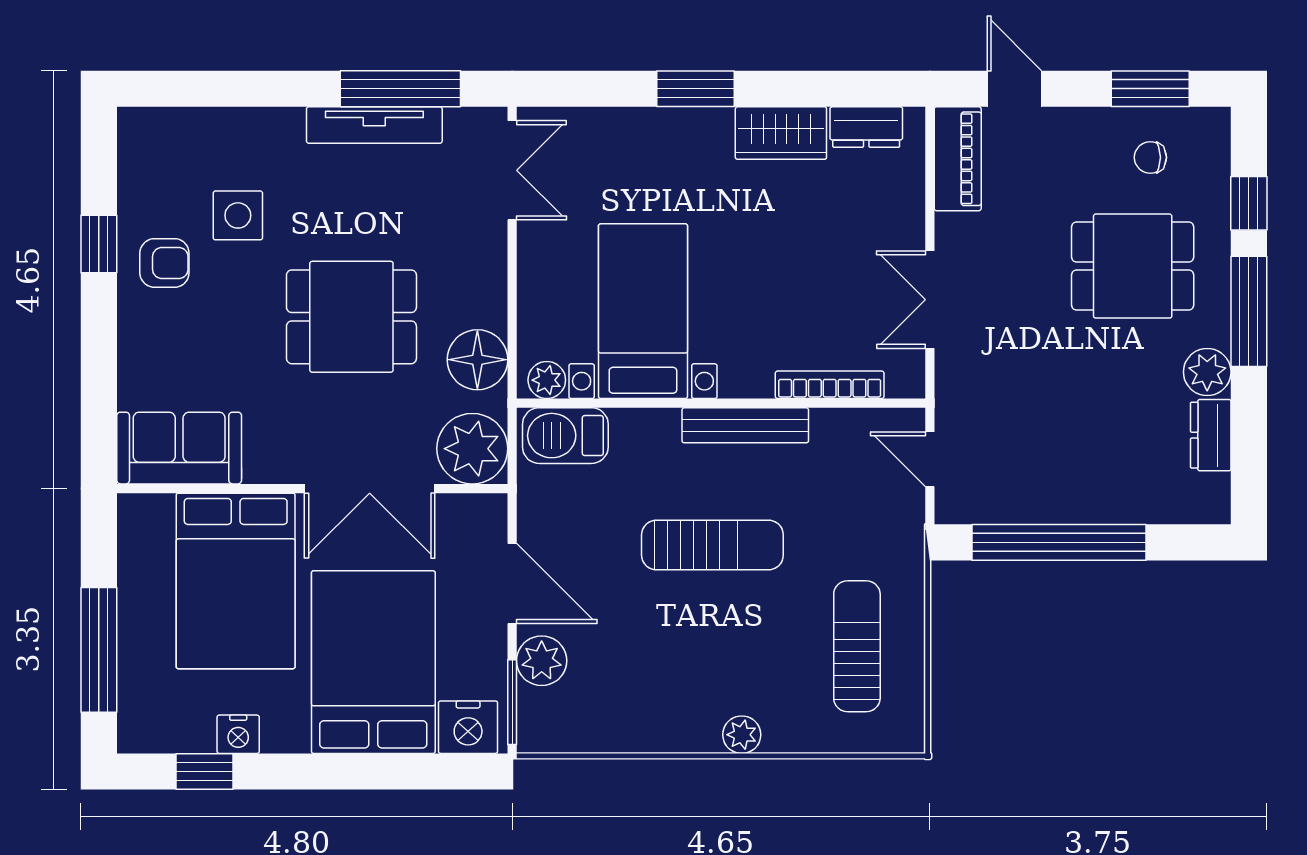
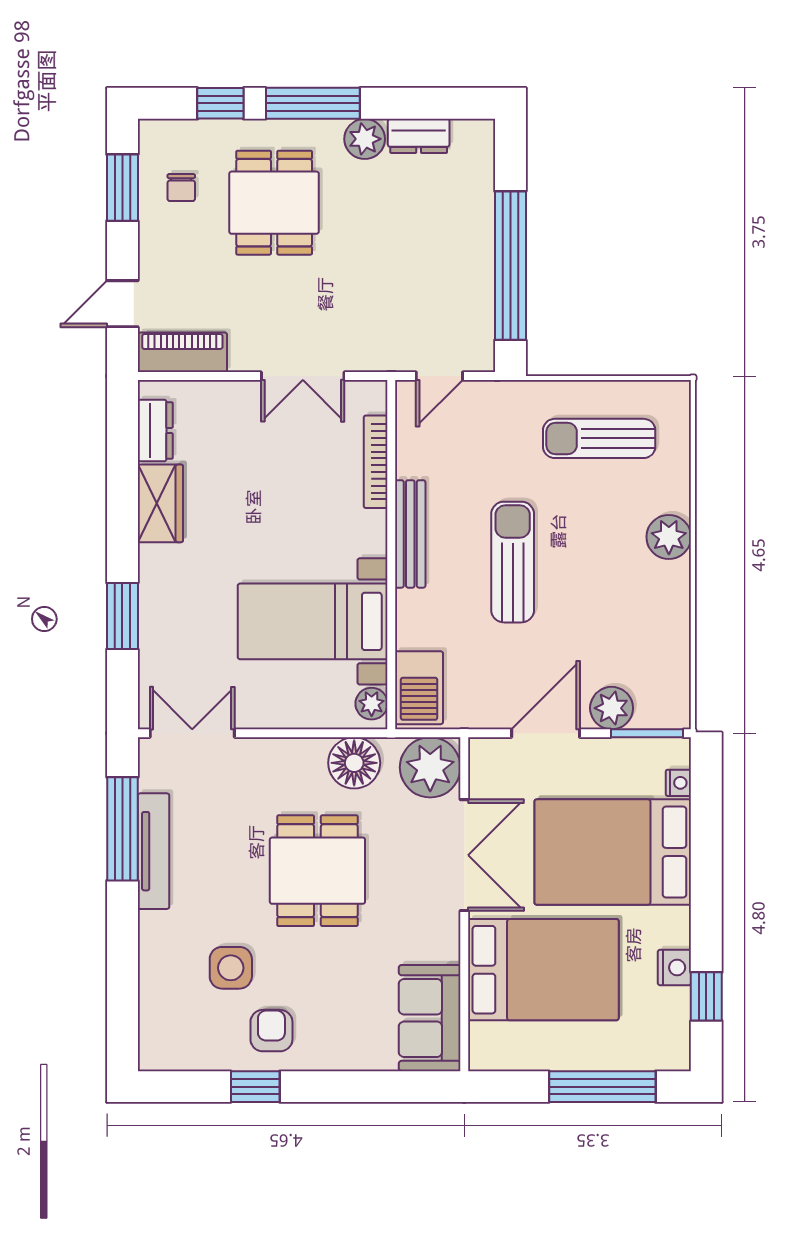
window: (695, 89) -> (122, 616), moved
nightstand: (468, 727) -> (678, 783), width x0.53, depth x0.56
plant: (742, 735) -> (669, 537), width x1.38, depth x1.38

